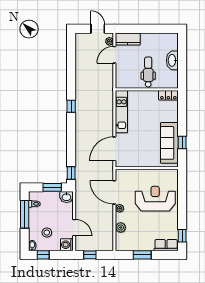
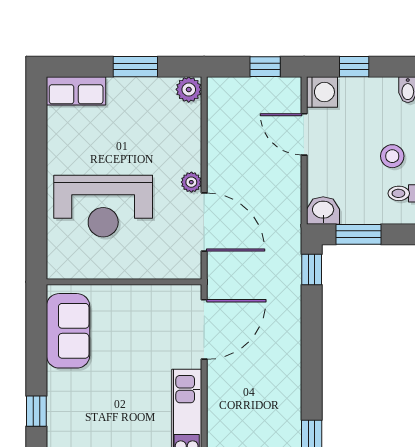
sofa: (169, 143) -> (68, 331), width x0.73
window: (182, 143) -> (36, 411), moved
plant: (121, 227) -> (189, 89), moved
stool: (47, 233) -> (392, 156), moved
window: (182, 236) -> (36, 114), removed
window: (43, 255) -> (354, 67), moved

